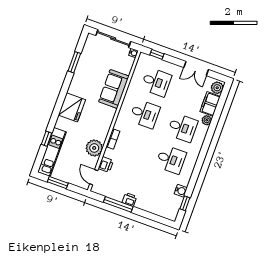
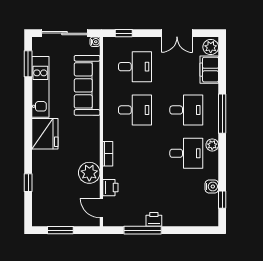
window: (74, 62) -> (28, 64), moved
sofa: (114, 89) -> (87, 85), width x1.36
plant: (207, 120) -> (212, 145), moved
window: (208, 140) -> (222, 114), added
kitchen unit: (52, 152) -> (40, 87), moved

